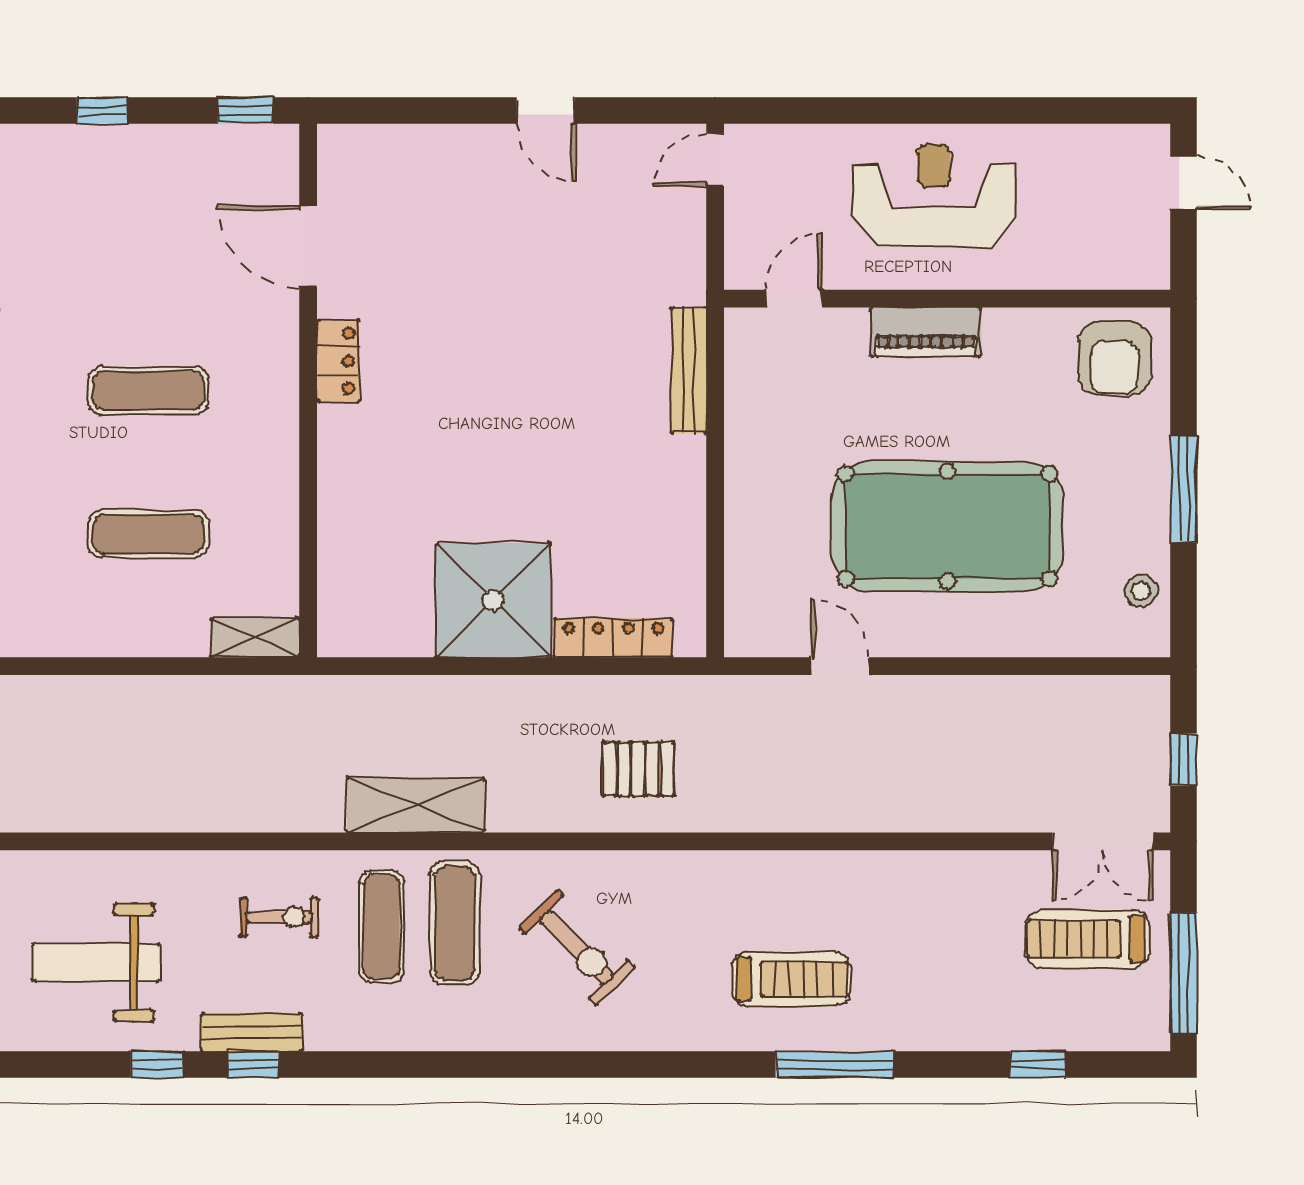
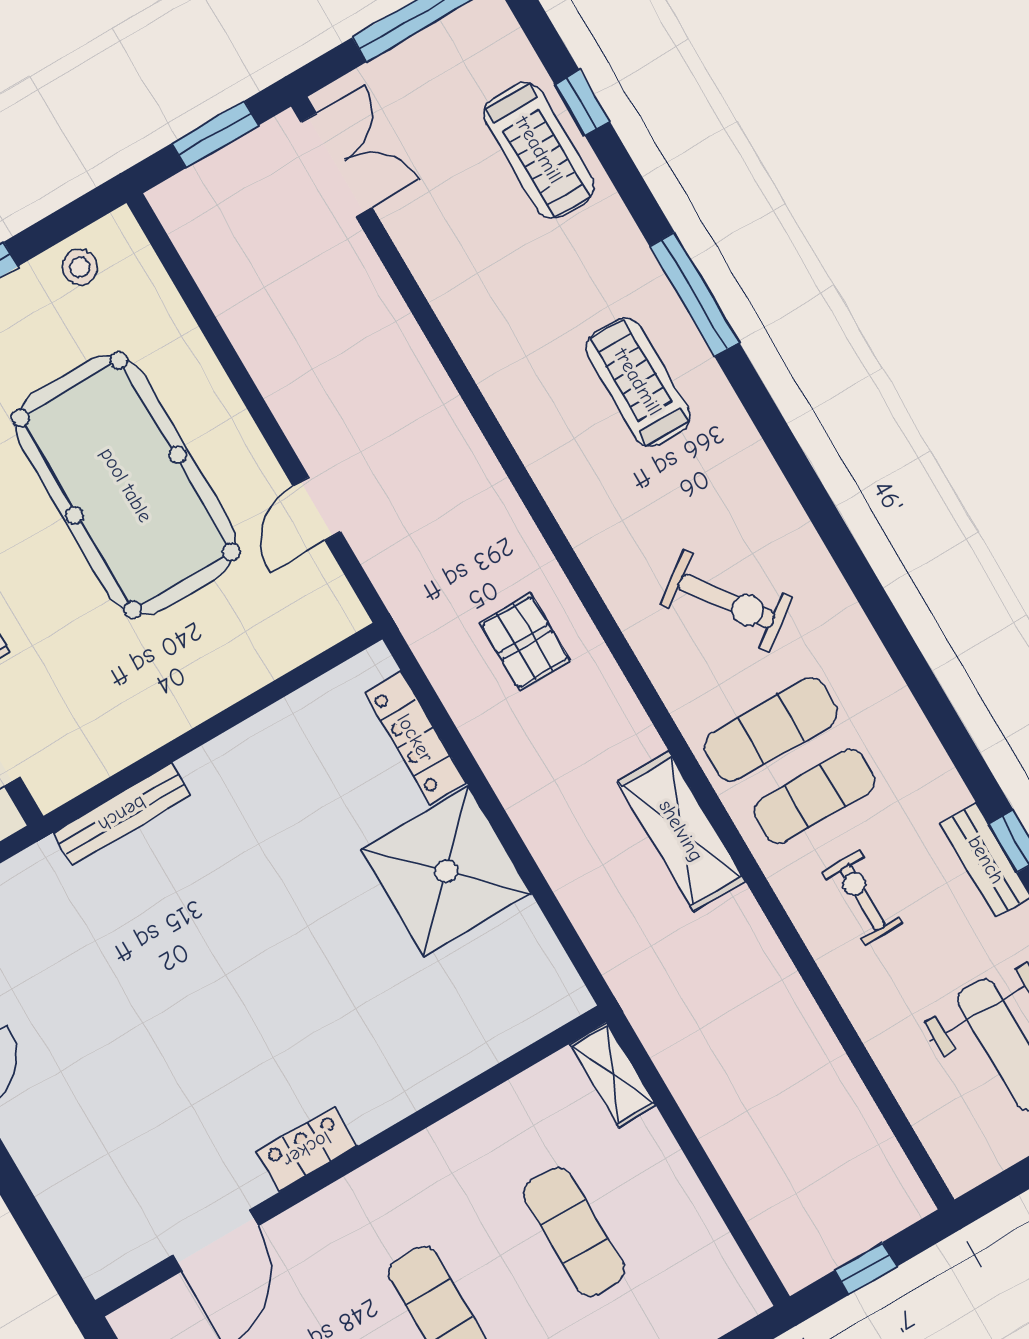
window: (1184, 759) -> (215, 134), width x1.50
treadmill: (1087, 939) -> (539, 150), moved
exercise bike: (577, 948) -> (727, 601), turned 99

